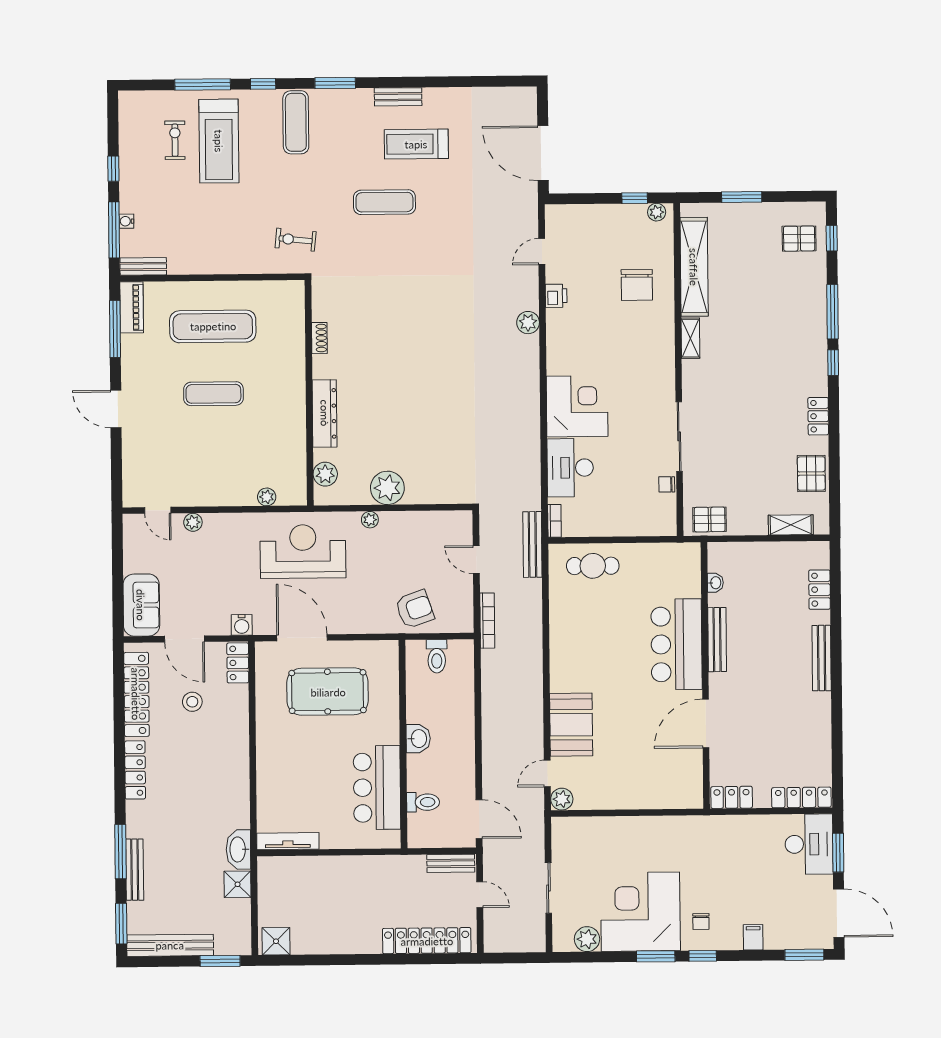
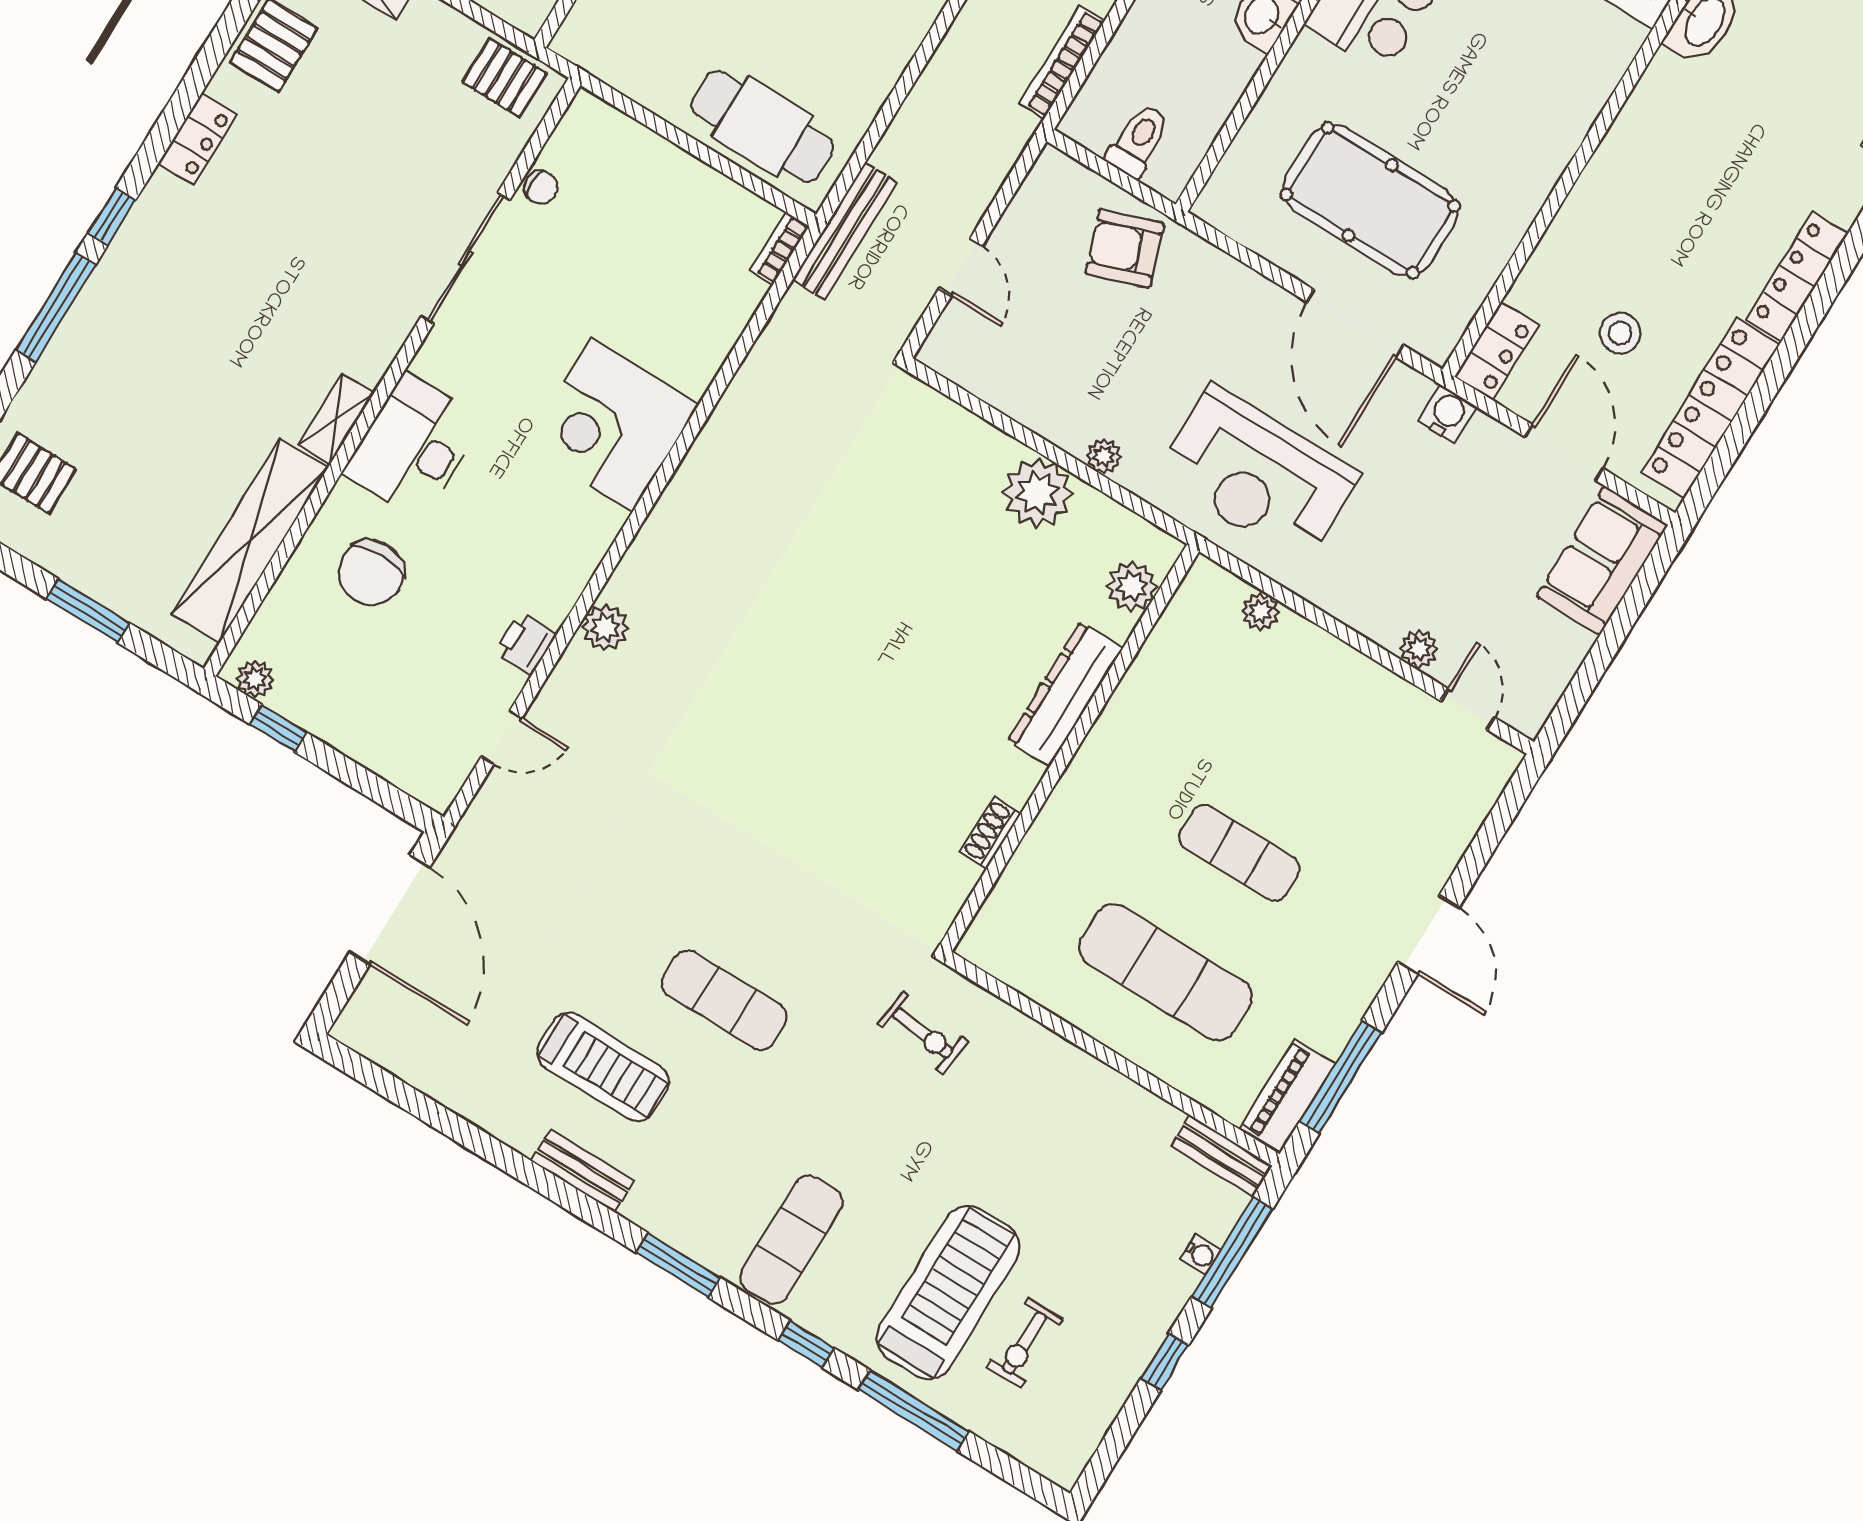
chair: (637, 285) -> (371, 573), turned 180
desk: (570, 468) -> (413, 447), moved, turned 180
cafe table: (593, 566) -> (762, 126), width x1.37, depth x1.35
bookcase: (487, 621) -> (1062, 62), moved

